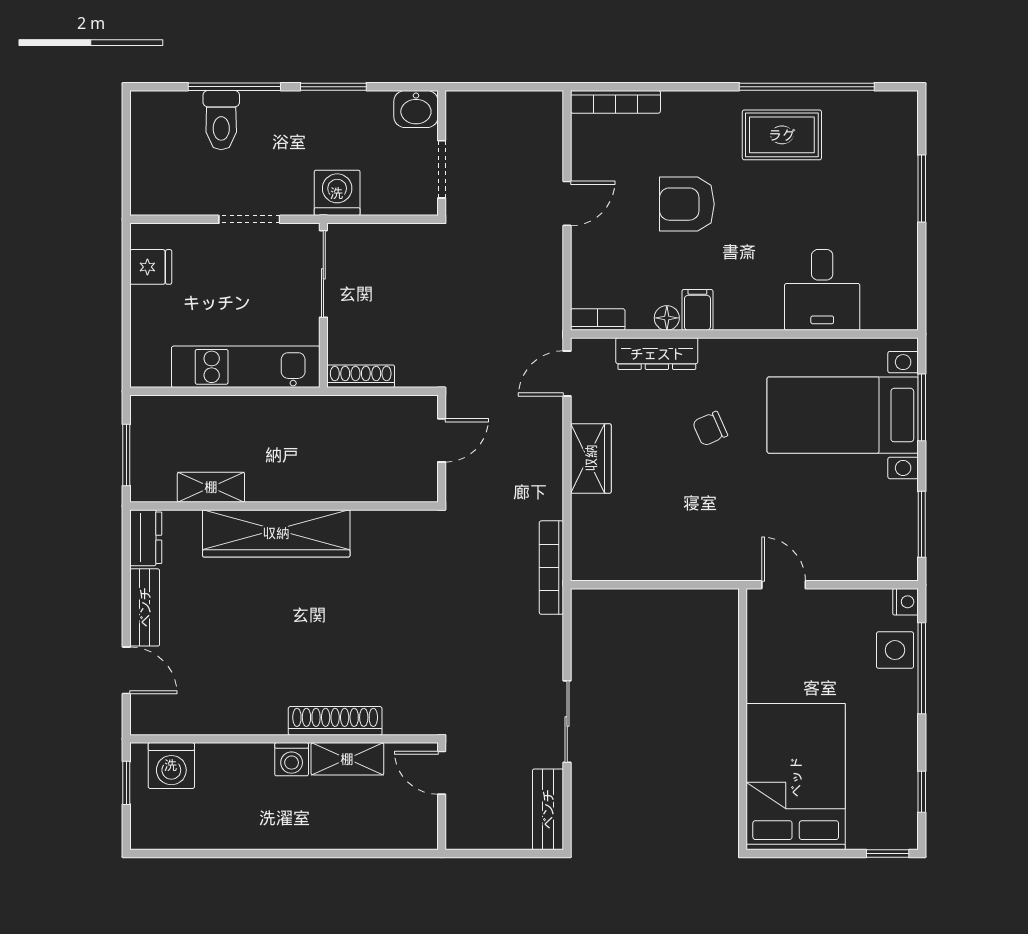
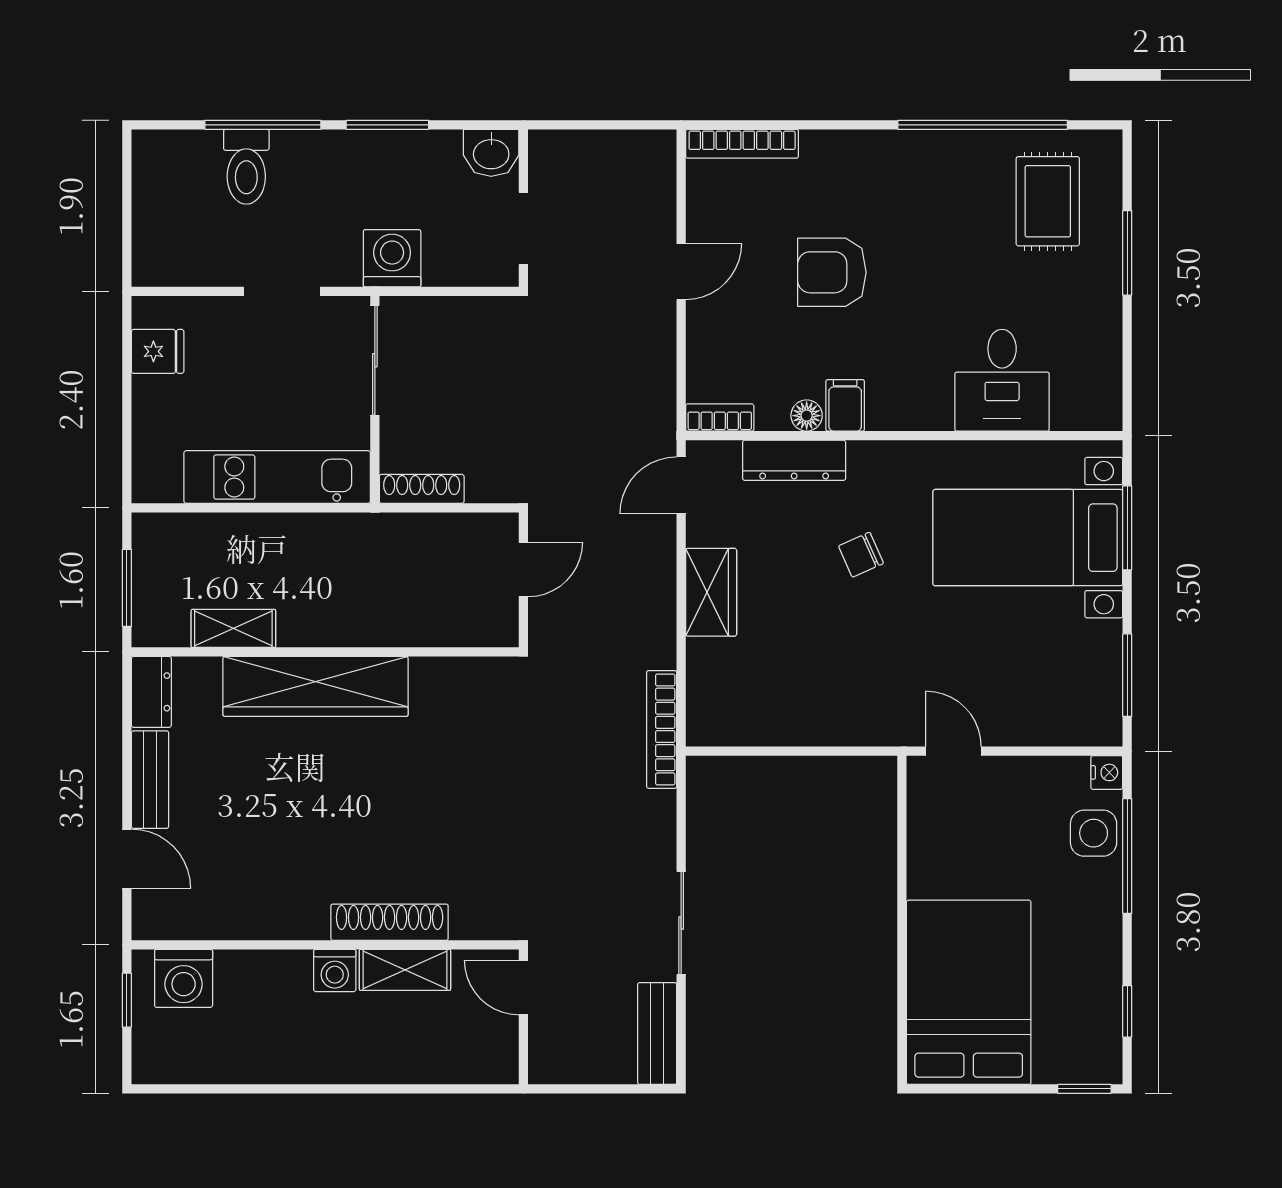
rug: (782, 135) -> (1048, 201), moved, turned 90

